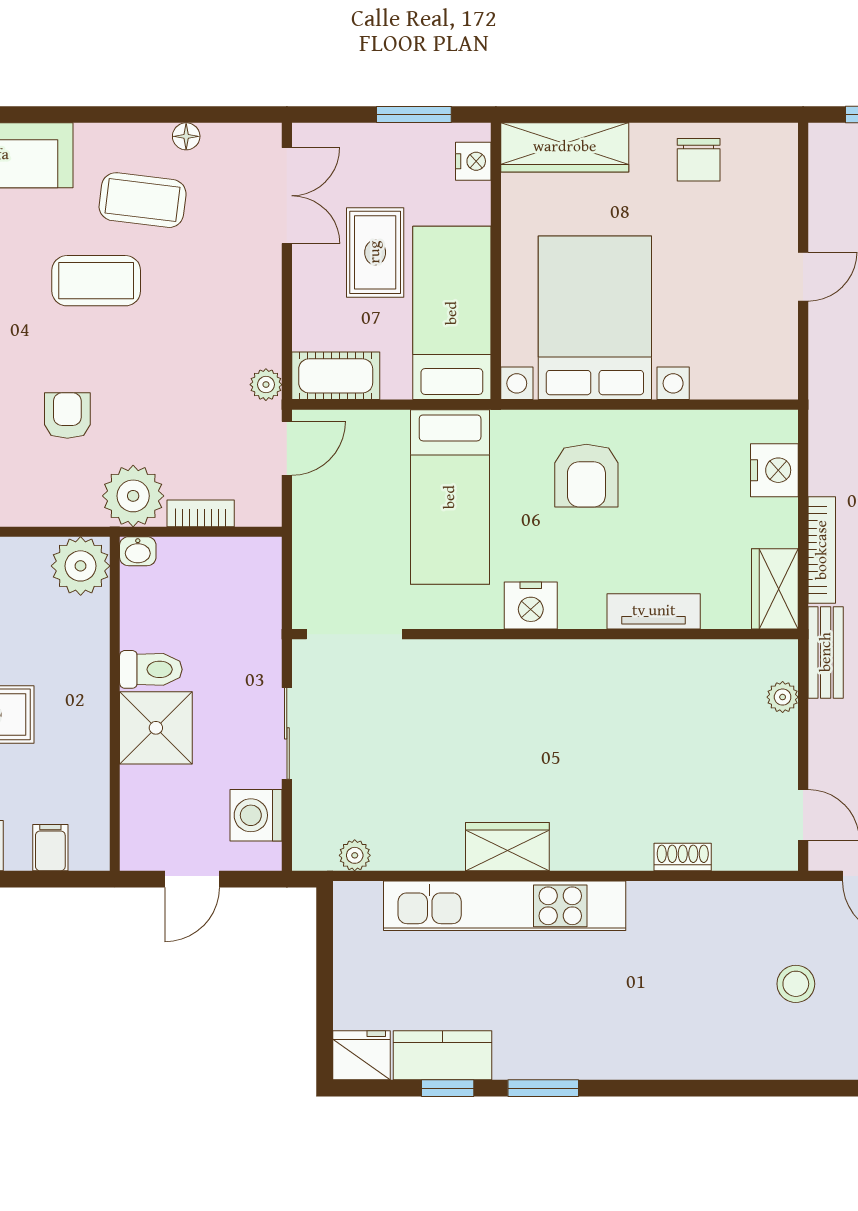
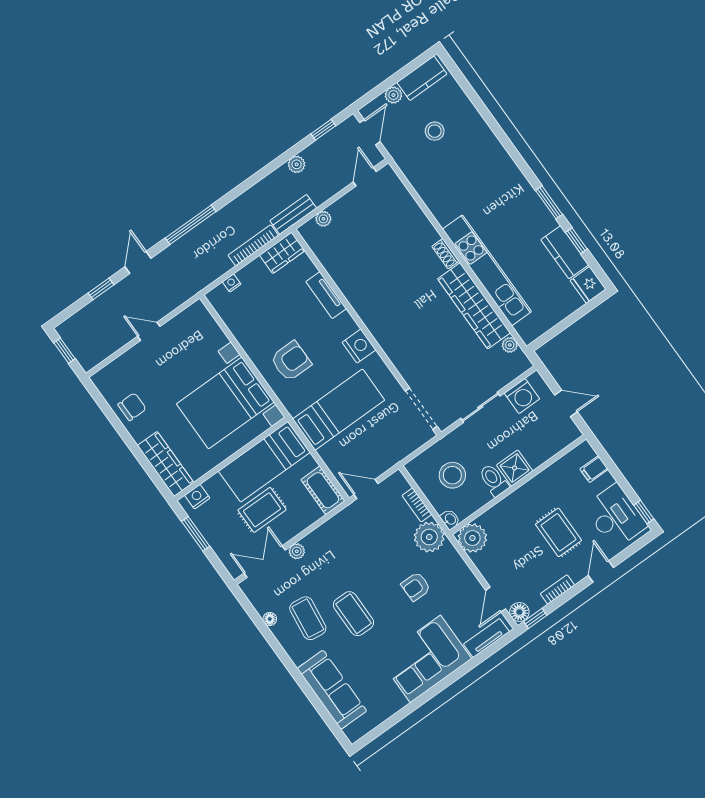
plant: (266, 385) -> (297, 551), moved
nightstand: (774, 470) -> (232, 283), width x0.53, depth x0.56
stool: (208, 607) -> (452, 475), added
shower: (156, 728) -> (515, 468), width x0.73, depth x0.73
wardrobe: (507, 847) -> (474, 306), width x2.10, depth x1.17
shoe rack: (683, 857) -> (445, 254), moved

